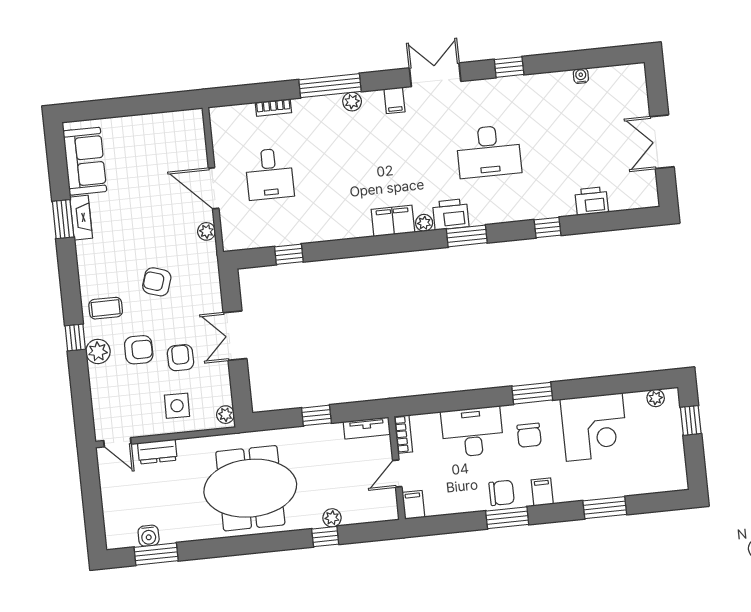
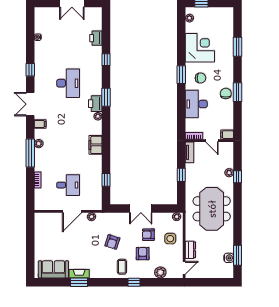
filing cabinet: (393, 221) -> (95, 145), moved
plant: (98, 351) -> (160, 272), moved
filing cabinet: (542, 492) -> (227, 75), removed

